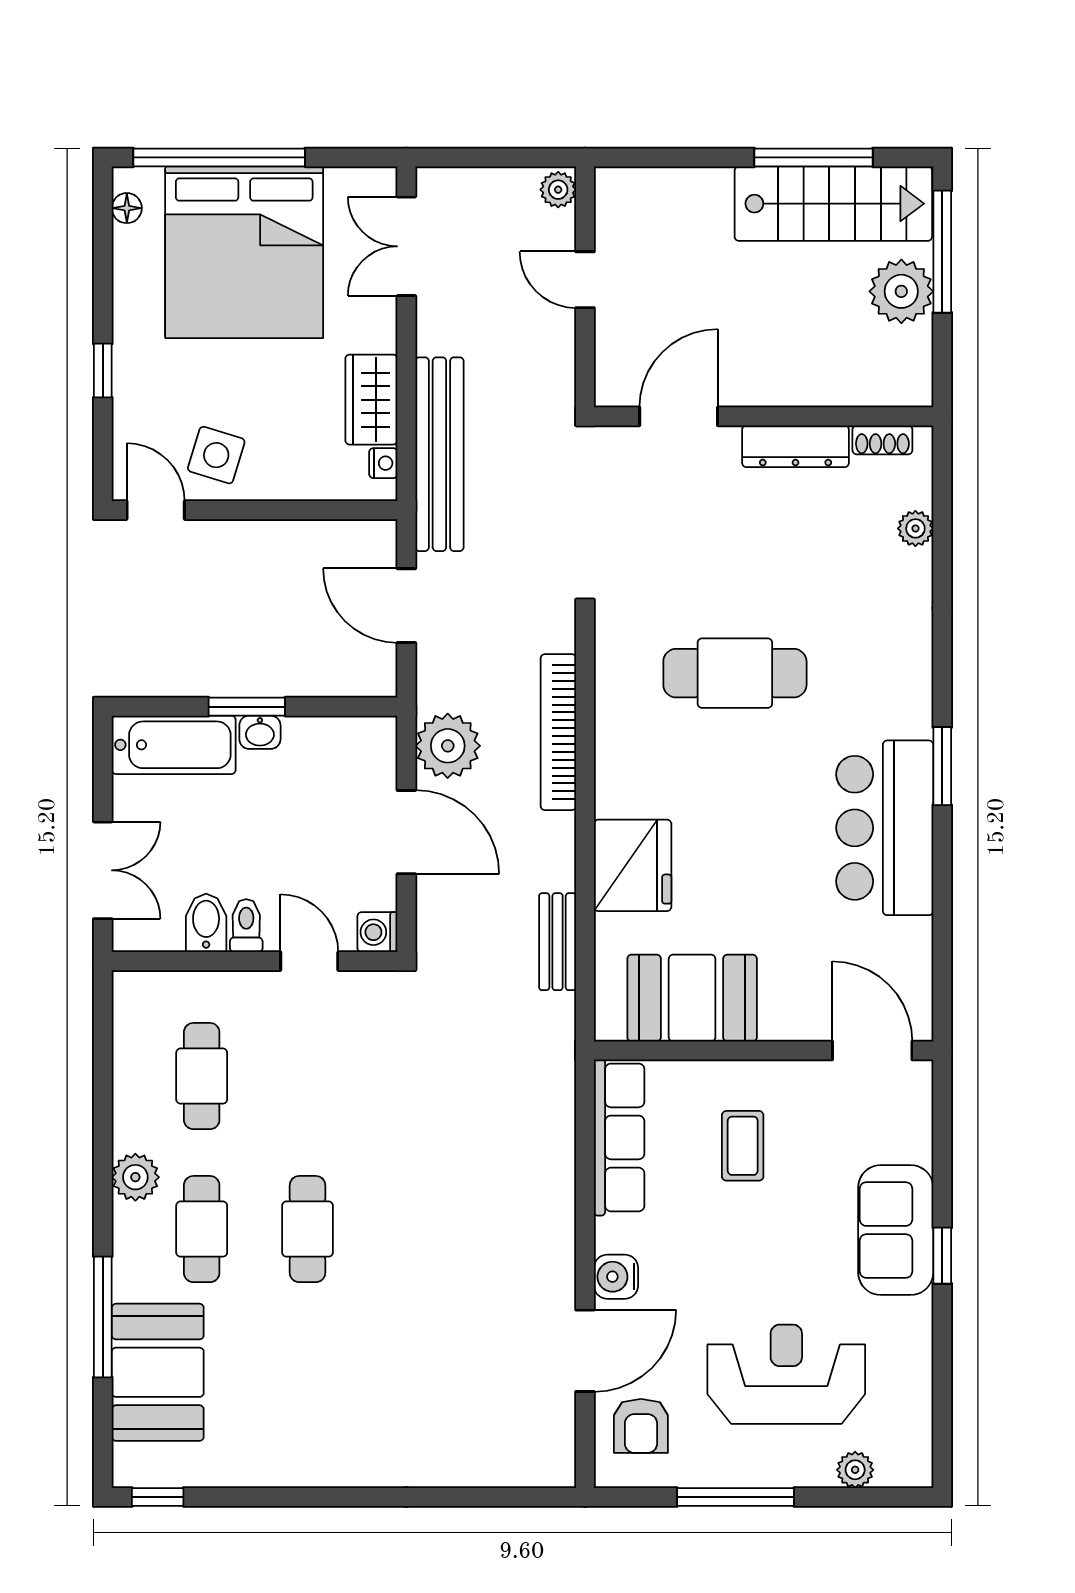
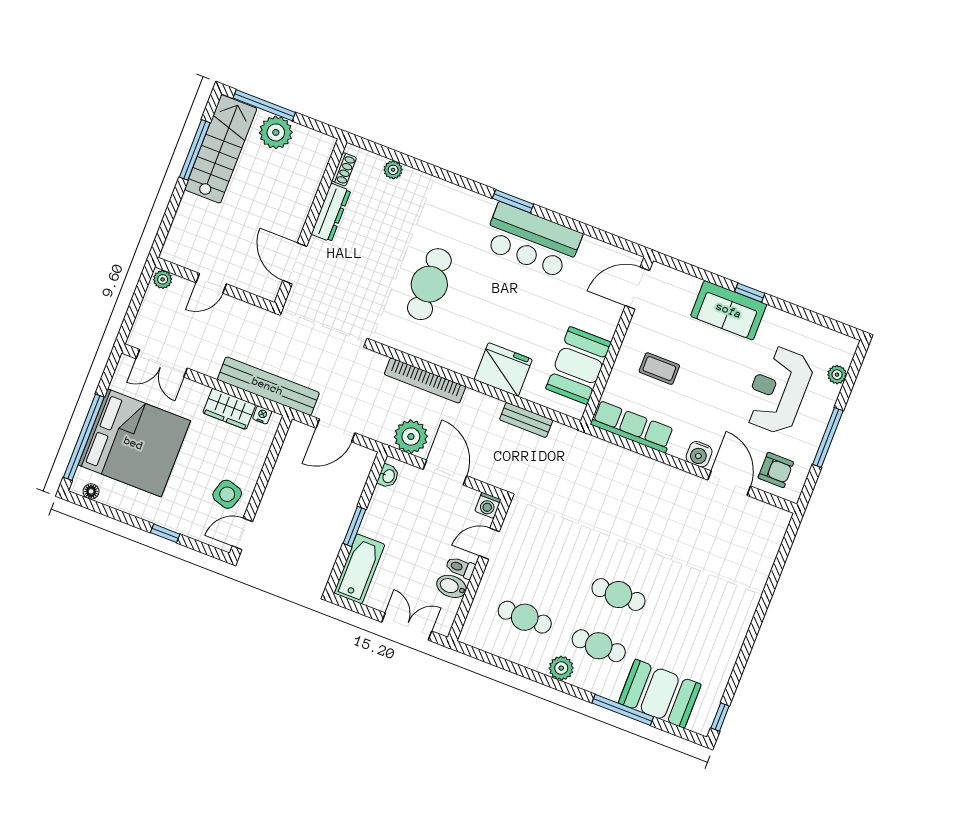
washbasin: (260, 732) -> (388, 476), moved
door: (406, 832) -> (445, 473), hinge flipped

